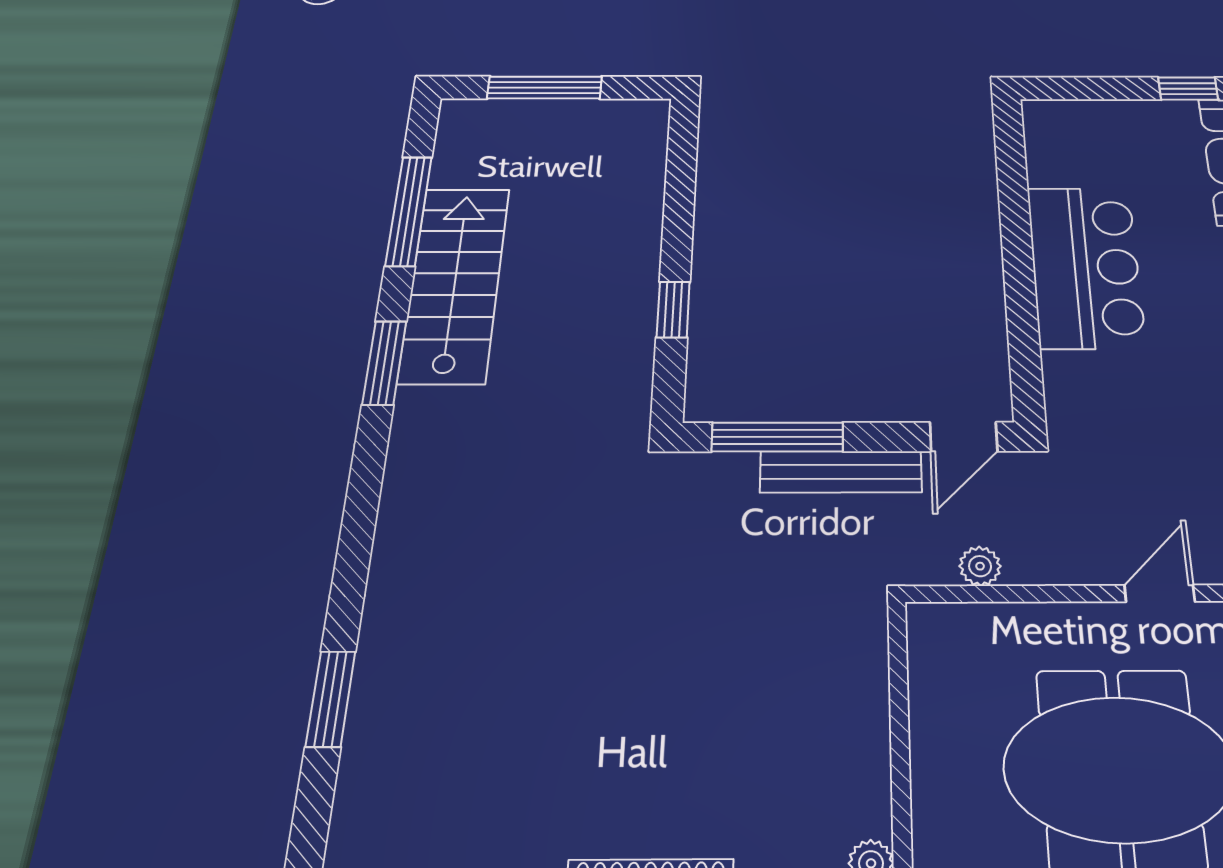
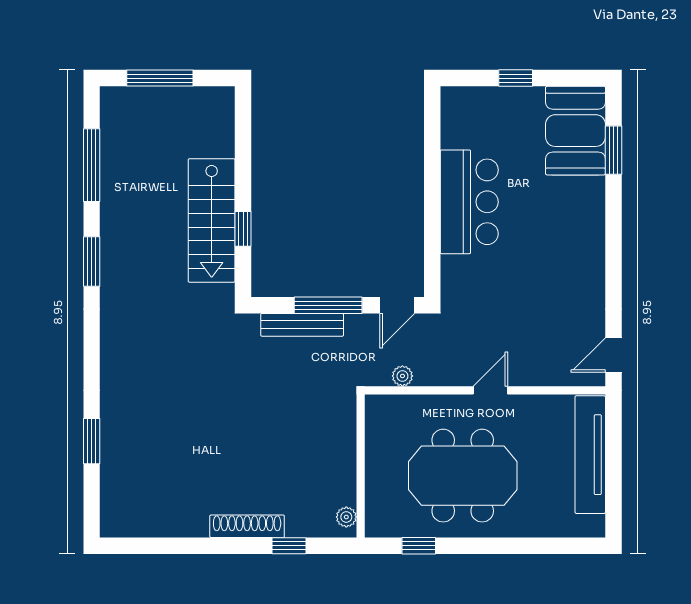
window: (1188, 89) -> (516, 78), moved
stairs: (455, 284) -> (212, 220), moved, turned 180
window: (777, 437) -> (328, 305), moved
bench: (841, 472) -> (302, 325), moved

